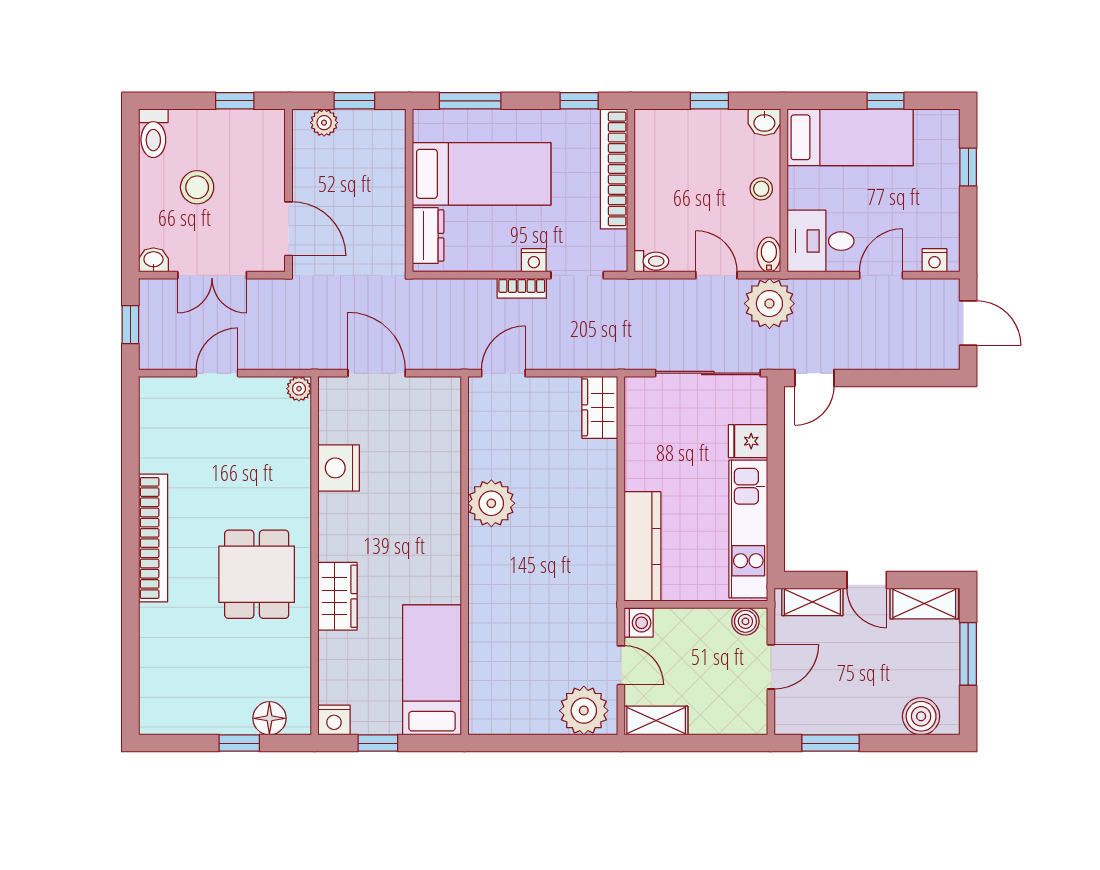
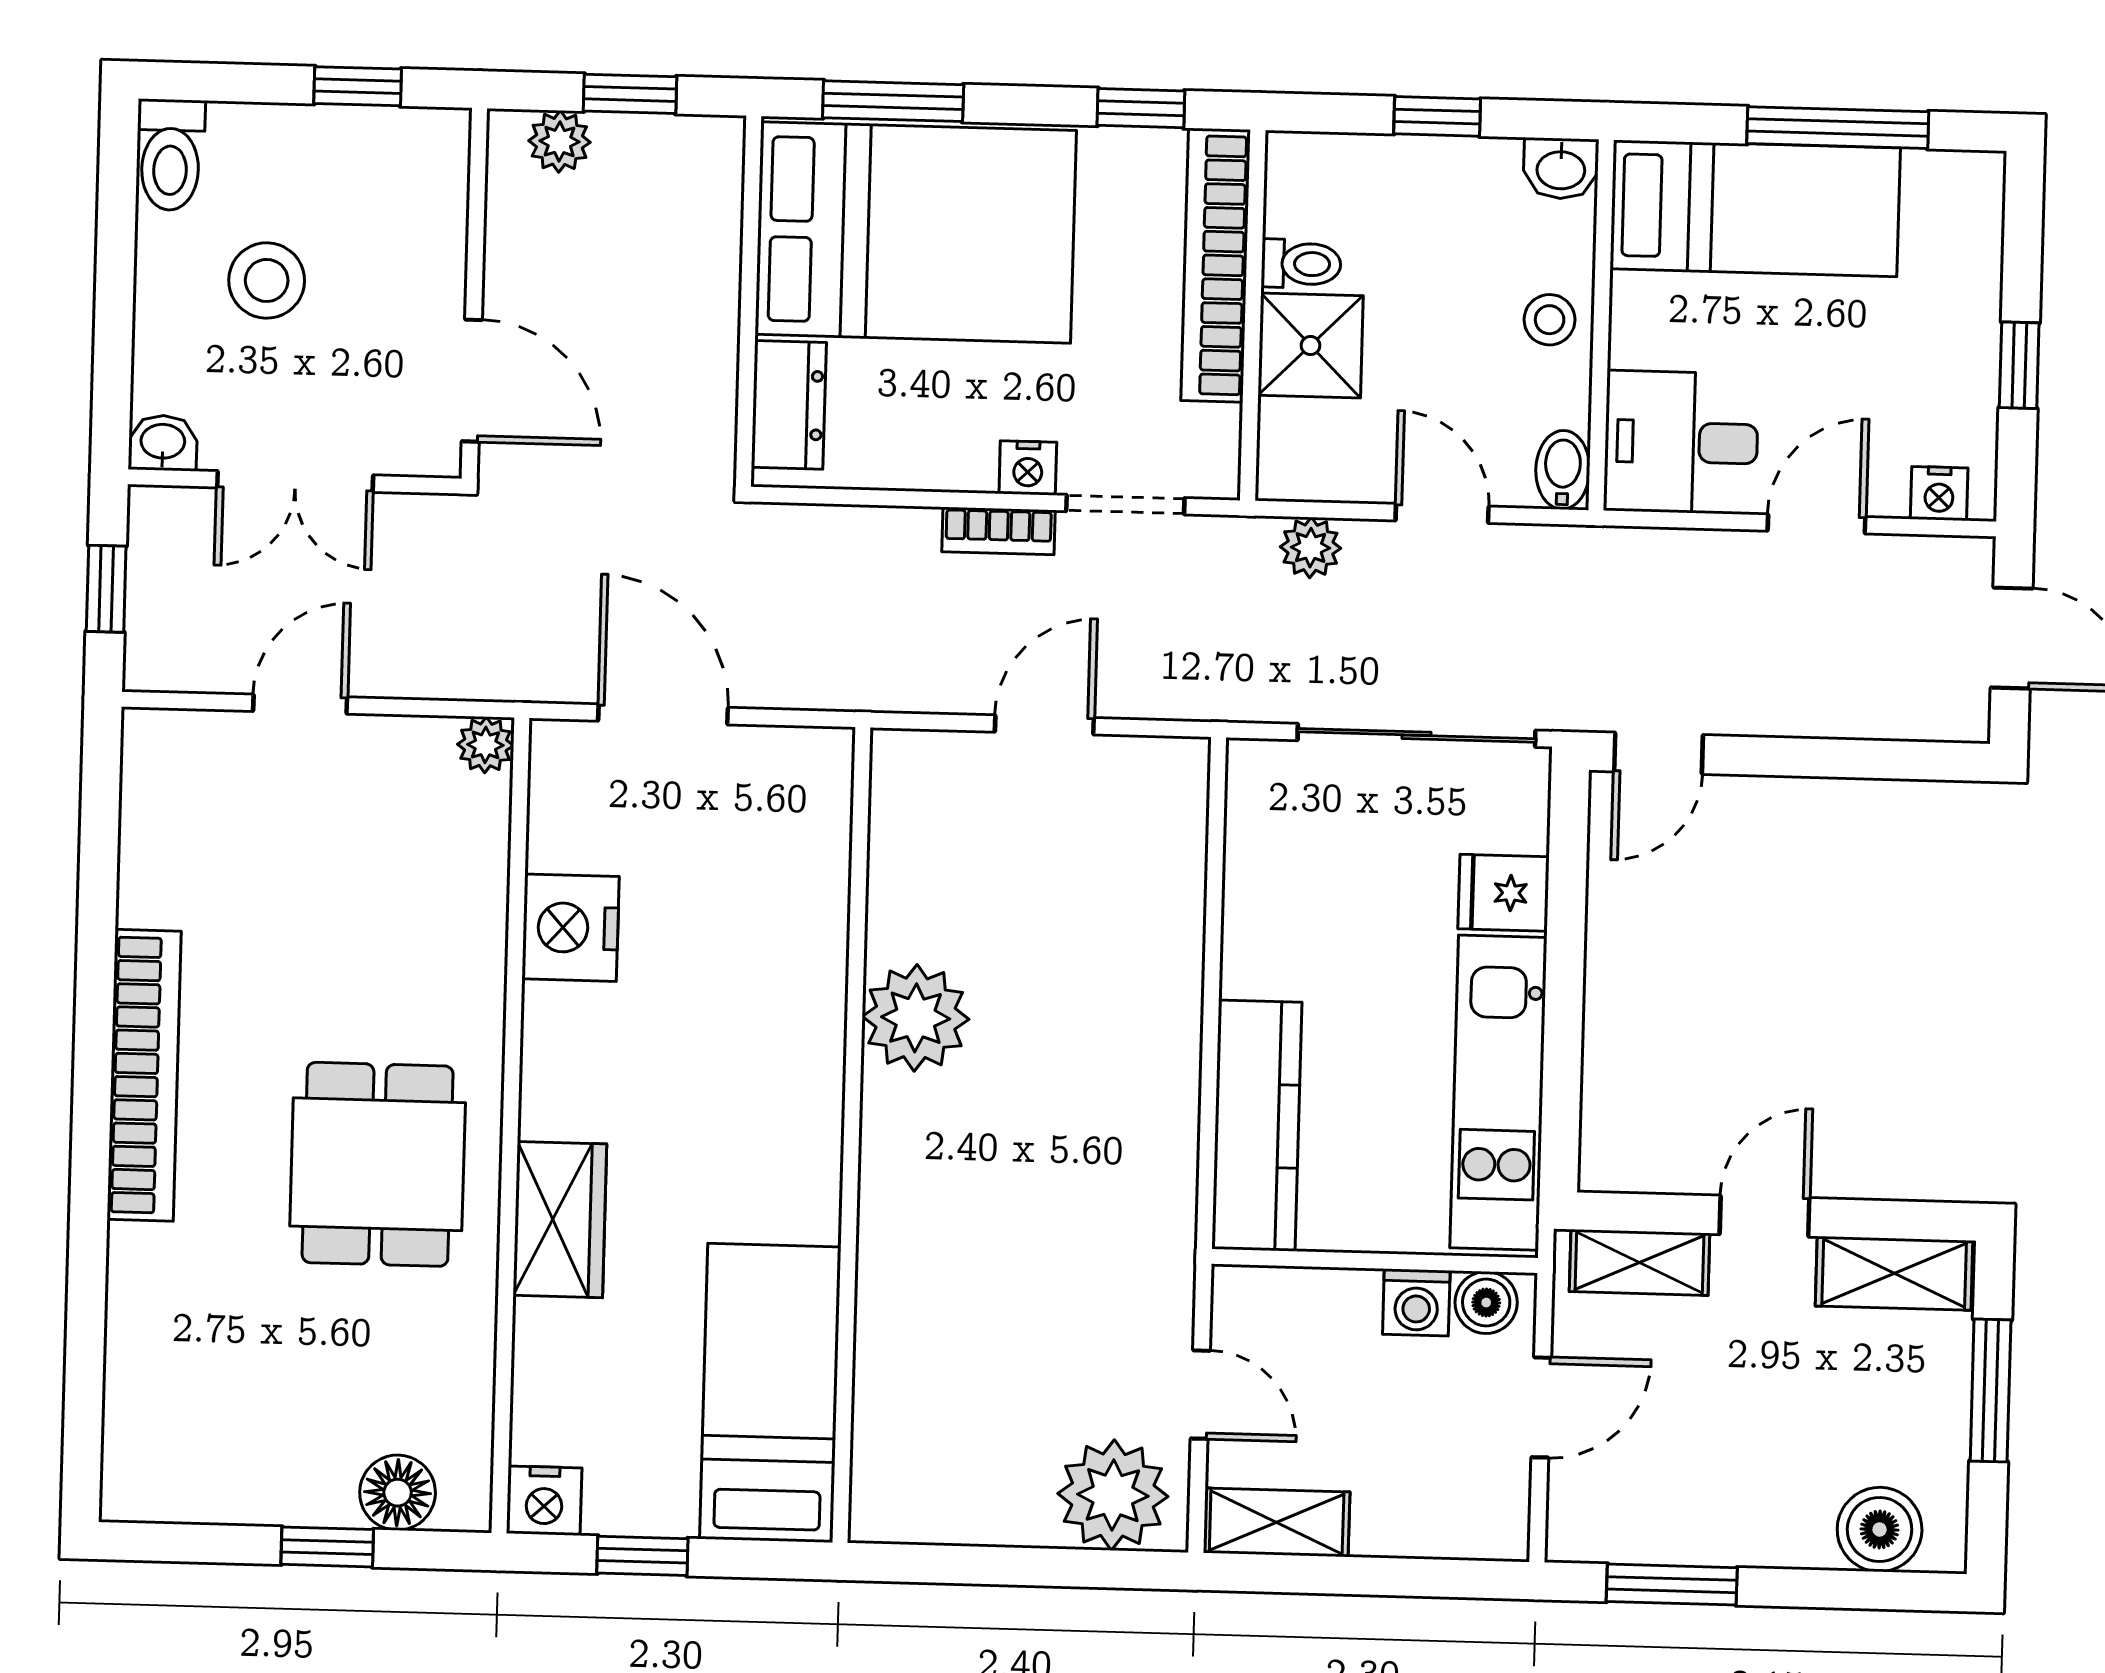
window: (886, 101) -> (1838, 128), width x2.17
window: (968, 167) -> (2019, 365), moved
bed: (482, 174) -> (916, 232), width x1.50
shower: (657, 203) -> (1311, 345), added
toilet: (651, 261) -> (1301, 264), moved
plant: (769, 304) -> (1311, 548), moved, width x0.53, depth x0.53
door: (503, 373) -> (1044, 725), moved
wardrobe: (600, 407) -> (1168, 806), removed
door: (867, 580) -> (1765, 1216), swing flipped
washing machine: (639, 623) -> (1416, 1302), moved, turned 90

